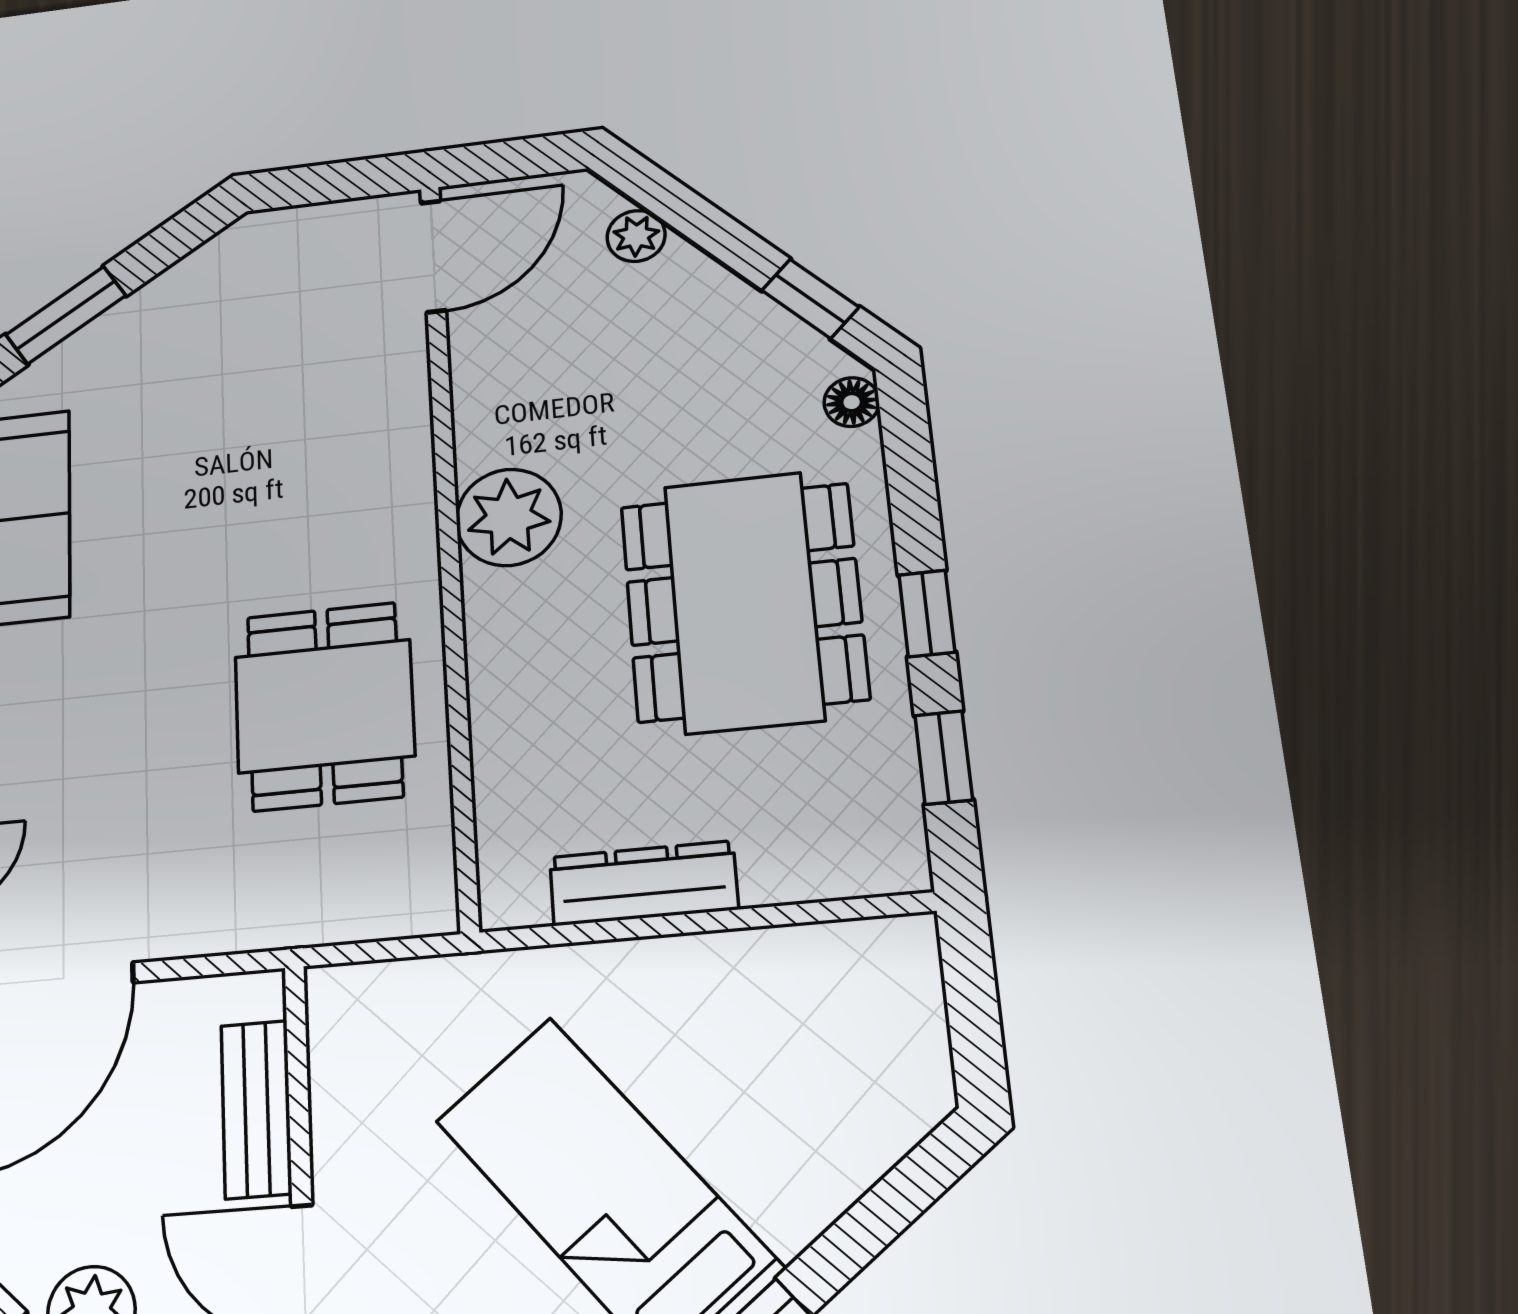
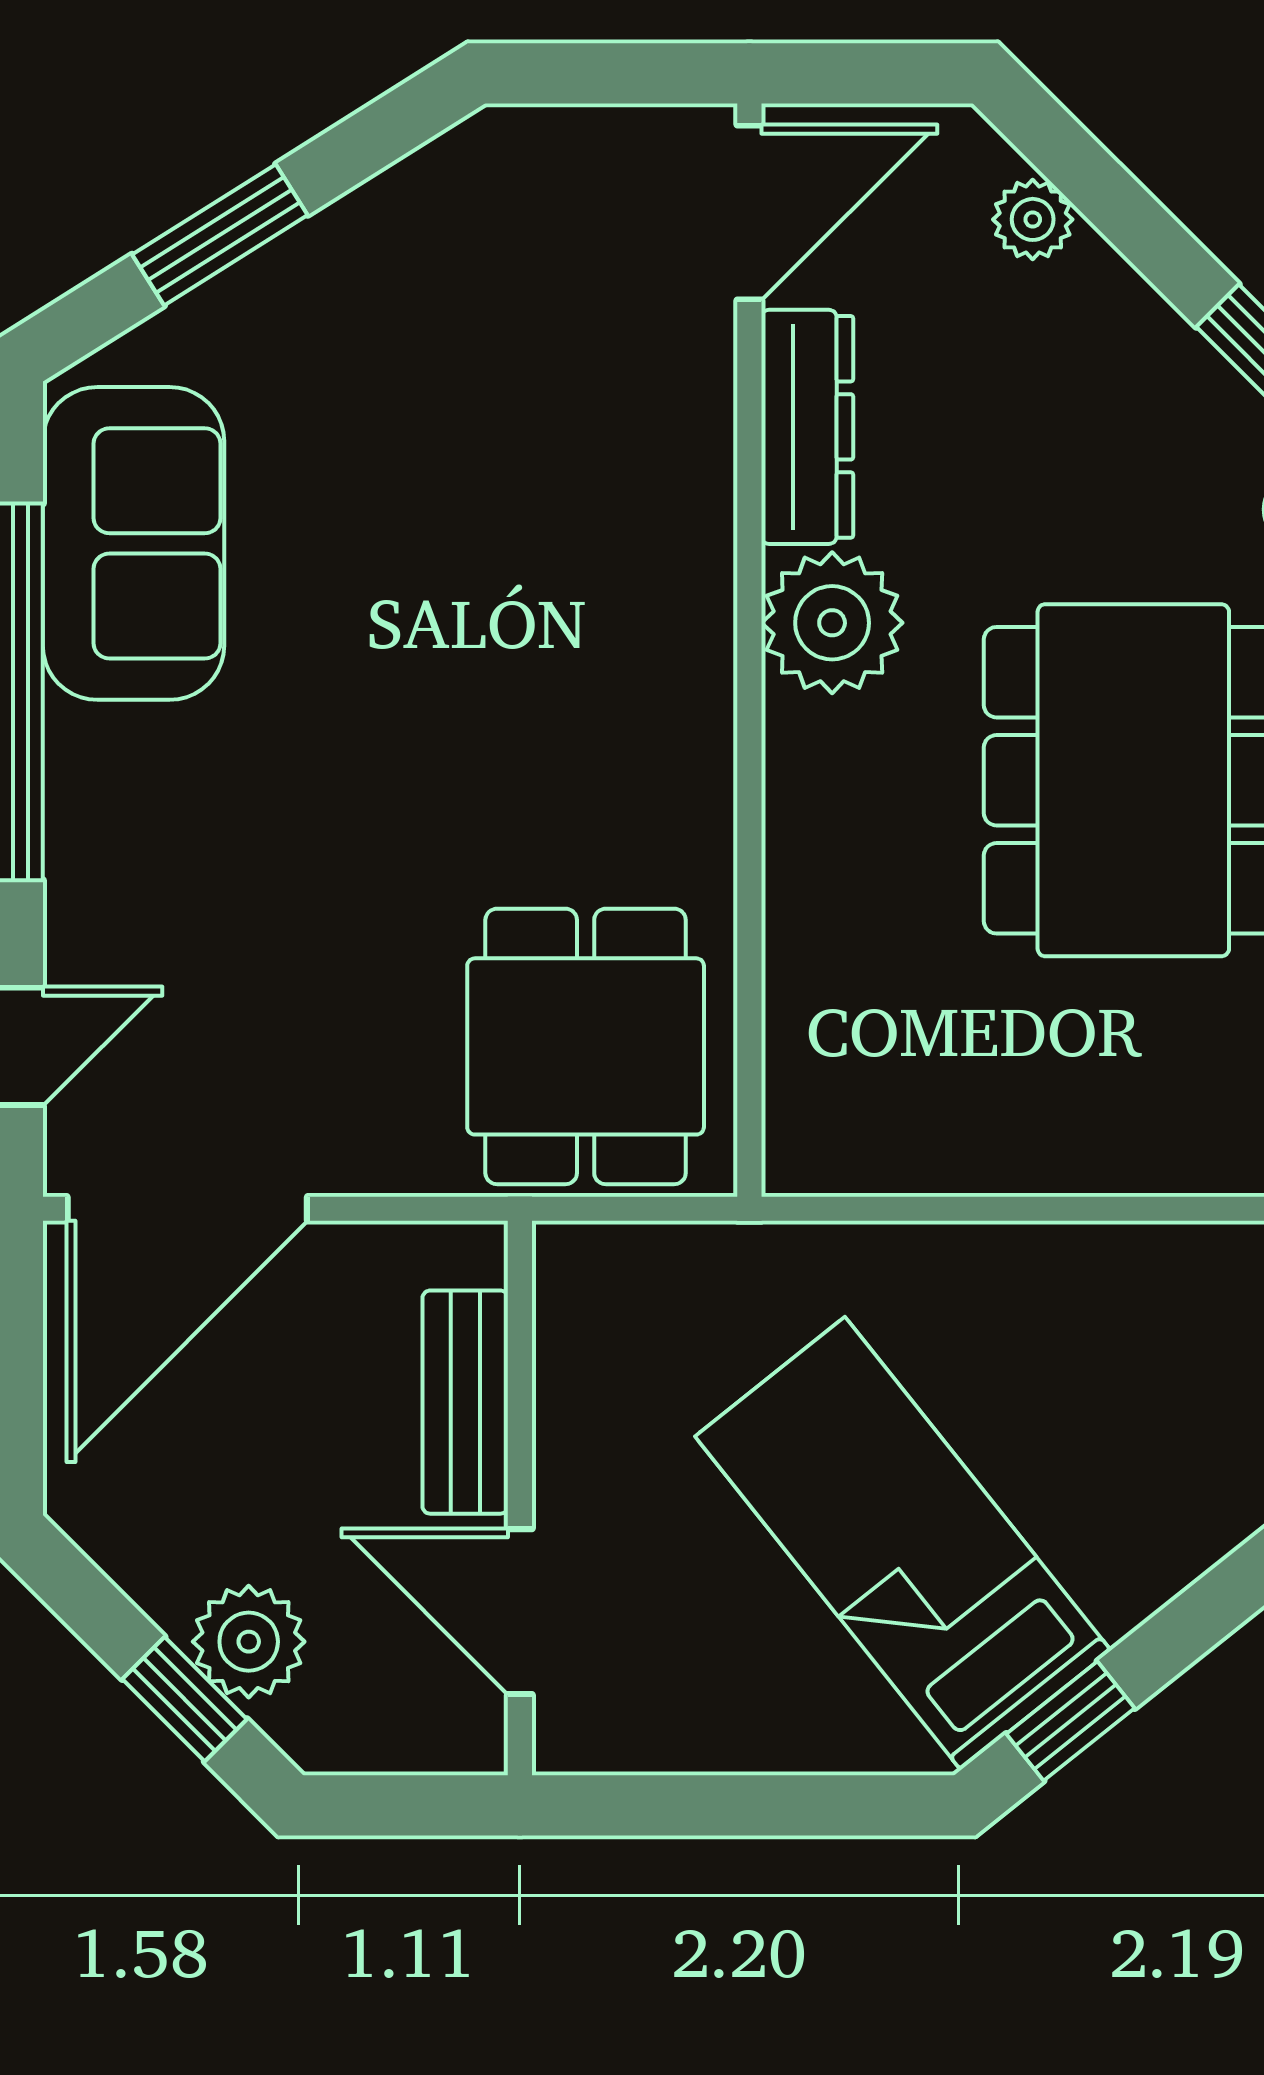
dining table: (324, 706) -> (586, 1046), moved
dresser: (643, 883) -> (807, 427), moved, turned 90

